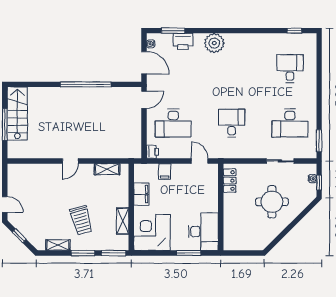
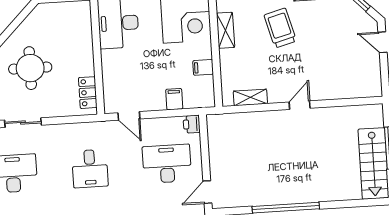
filing cabinet: (141, 194) -> (203, 67), width x0.50

